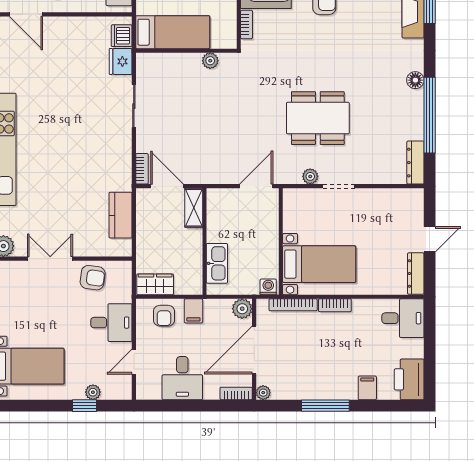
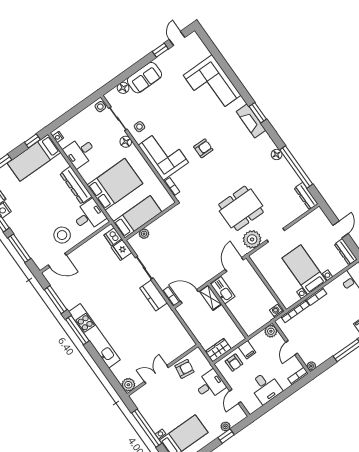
plant: (210, 61) -> (144, 234), moved
plant: (310, 176) -> (252, 239), width x1.88, depth x1.88
kitchen counter: (120, 215) -> (154, 295), moved
kitchen sink: (217, 263) -> (223, 290), moved
bed with nightstands: (319, 264) -> (304, 270), moved, turned -90
door: (254, 350) -> (292, 348), width x0.53

